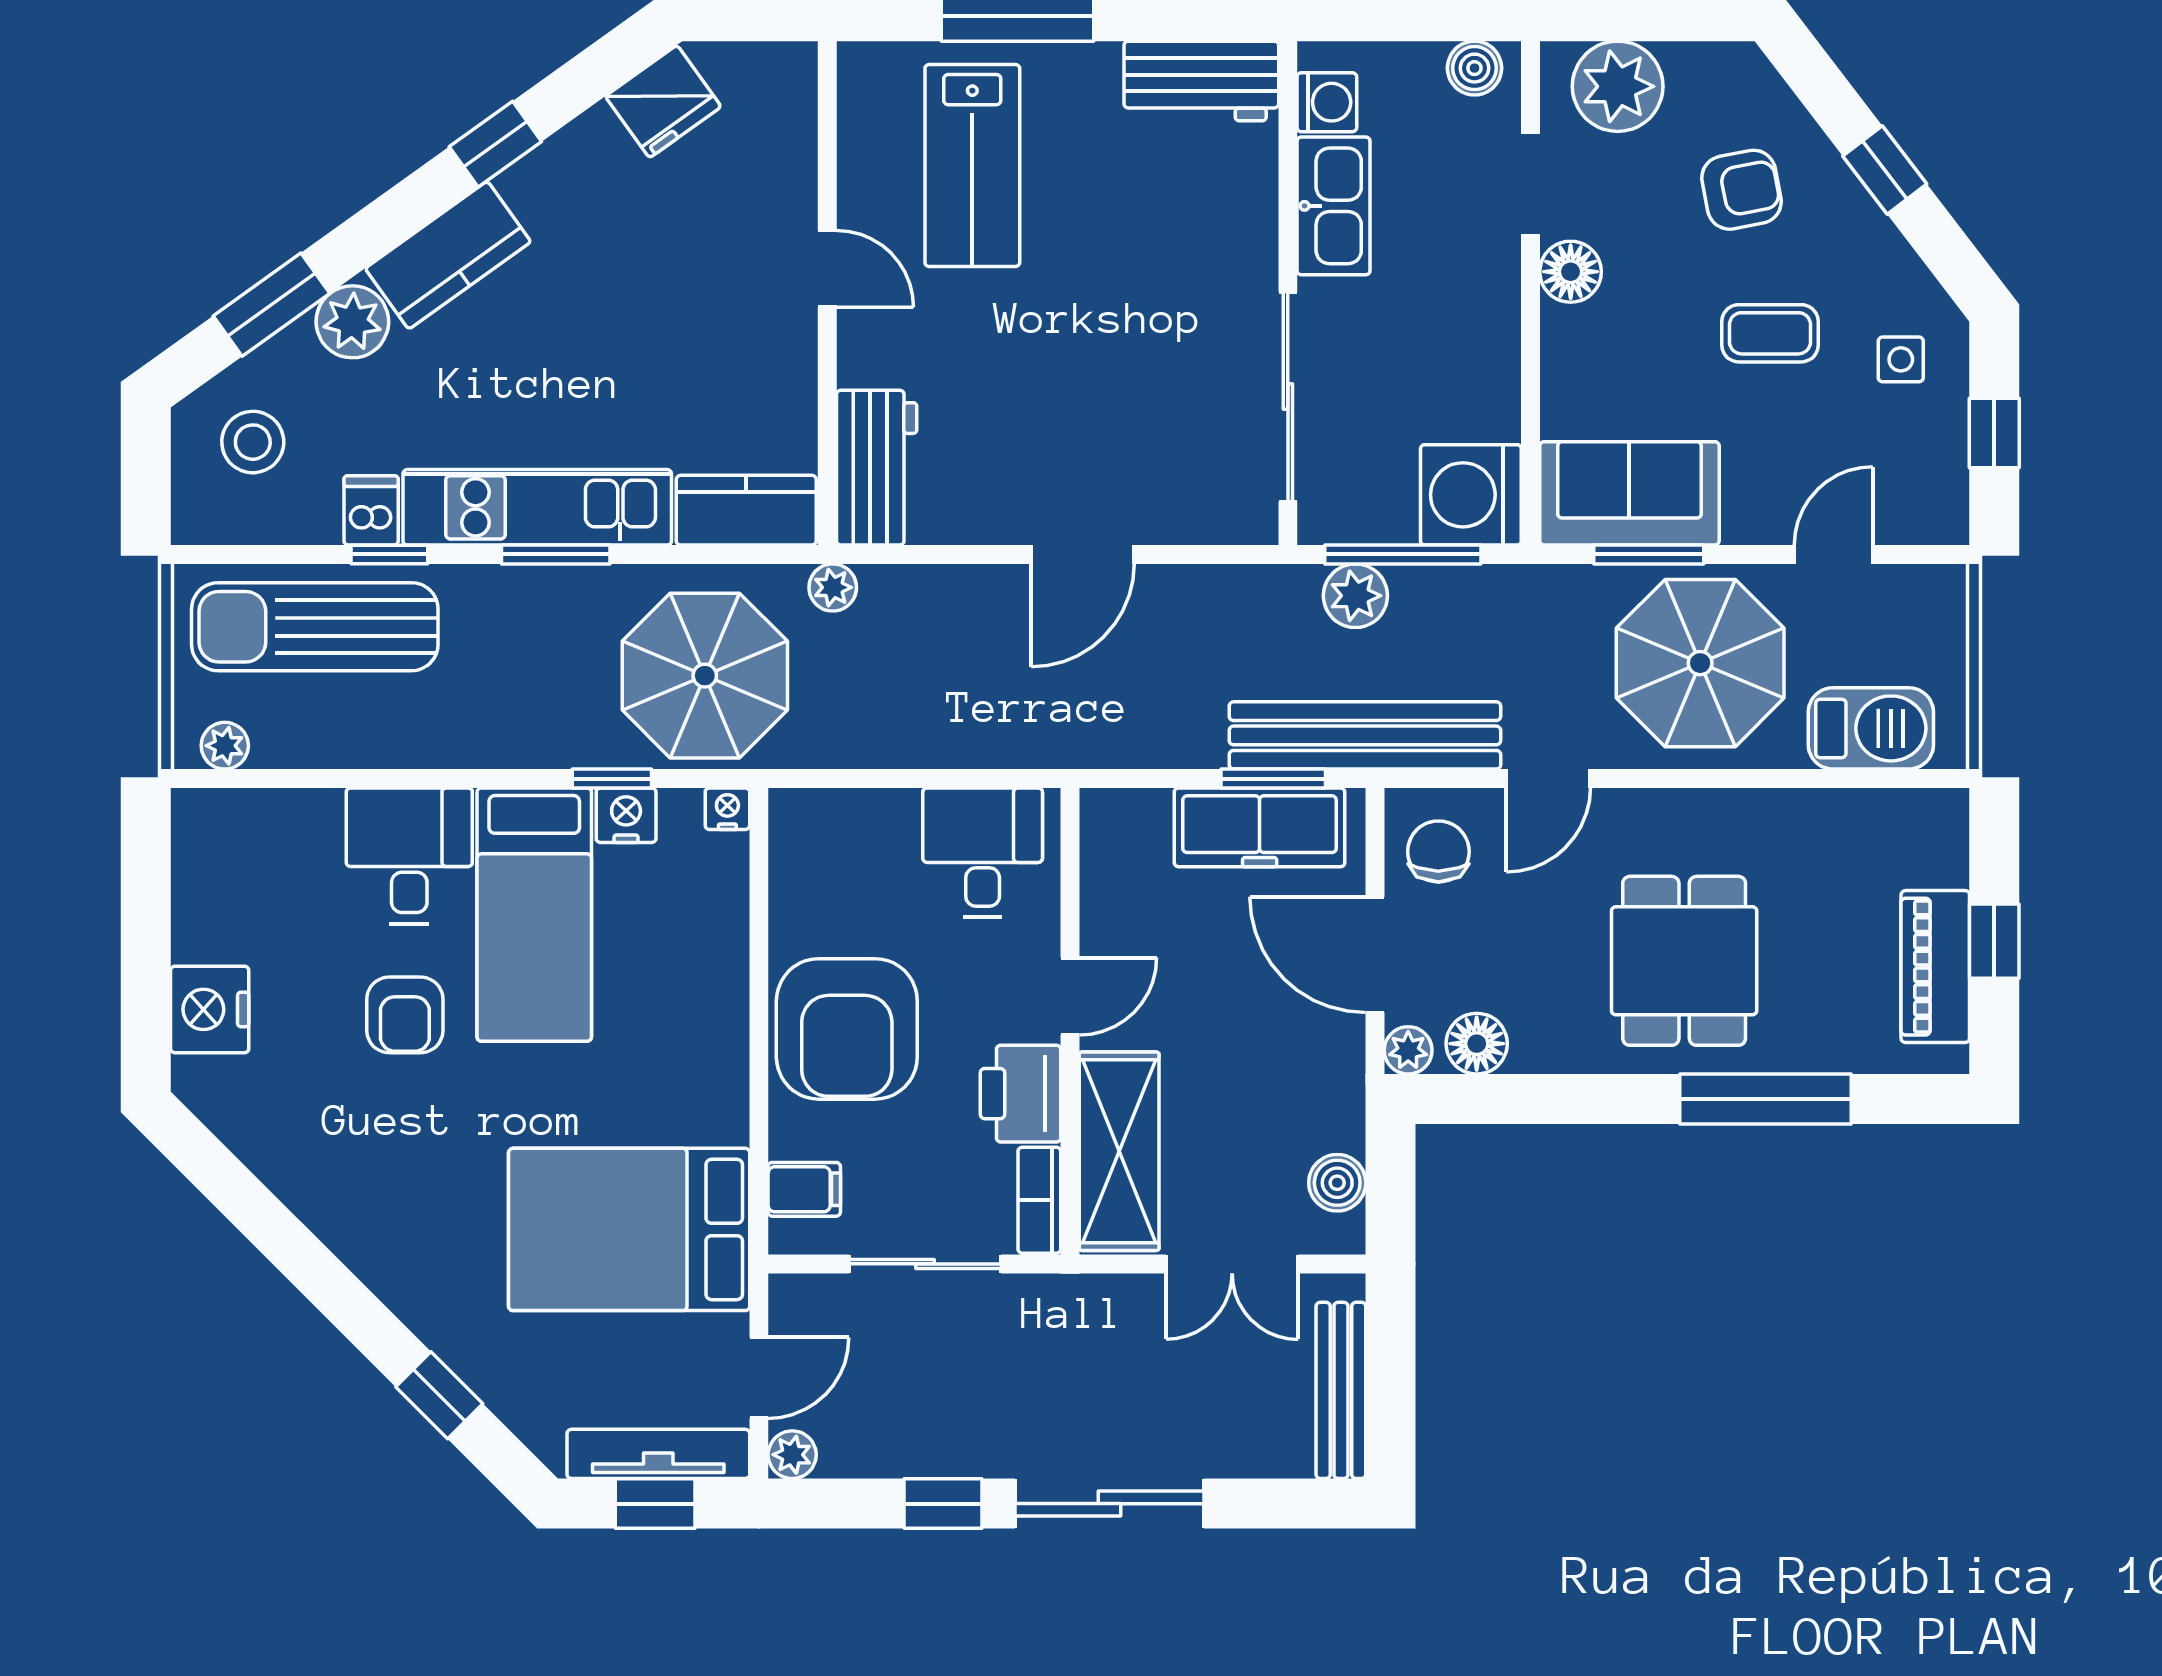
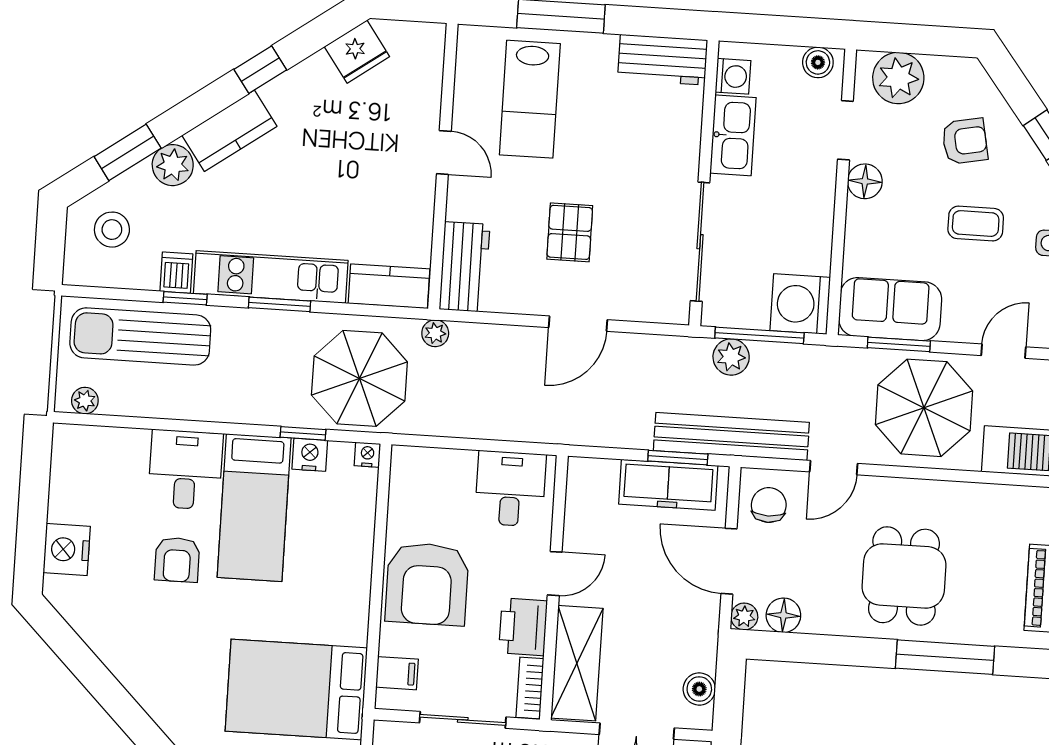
pallet: (1058, 395) -> (570, 232), added

